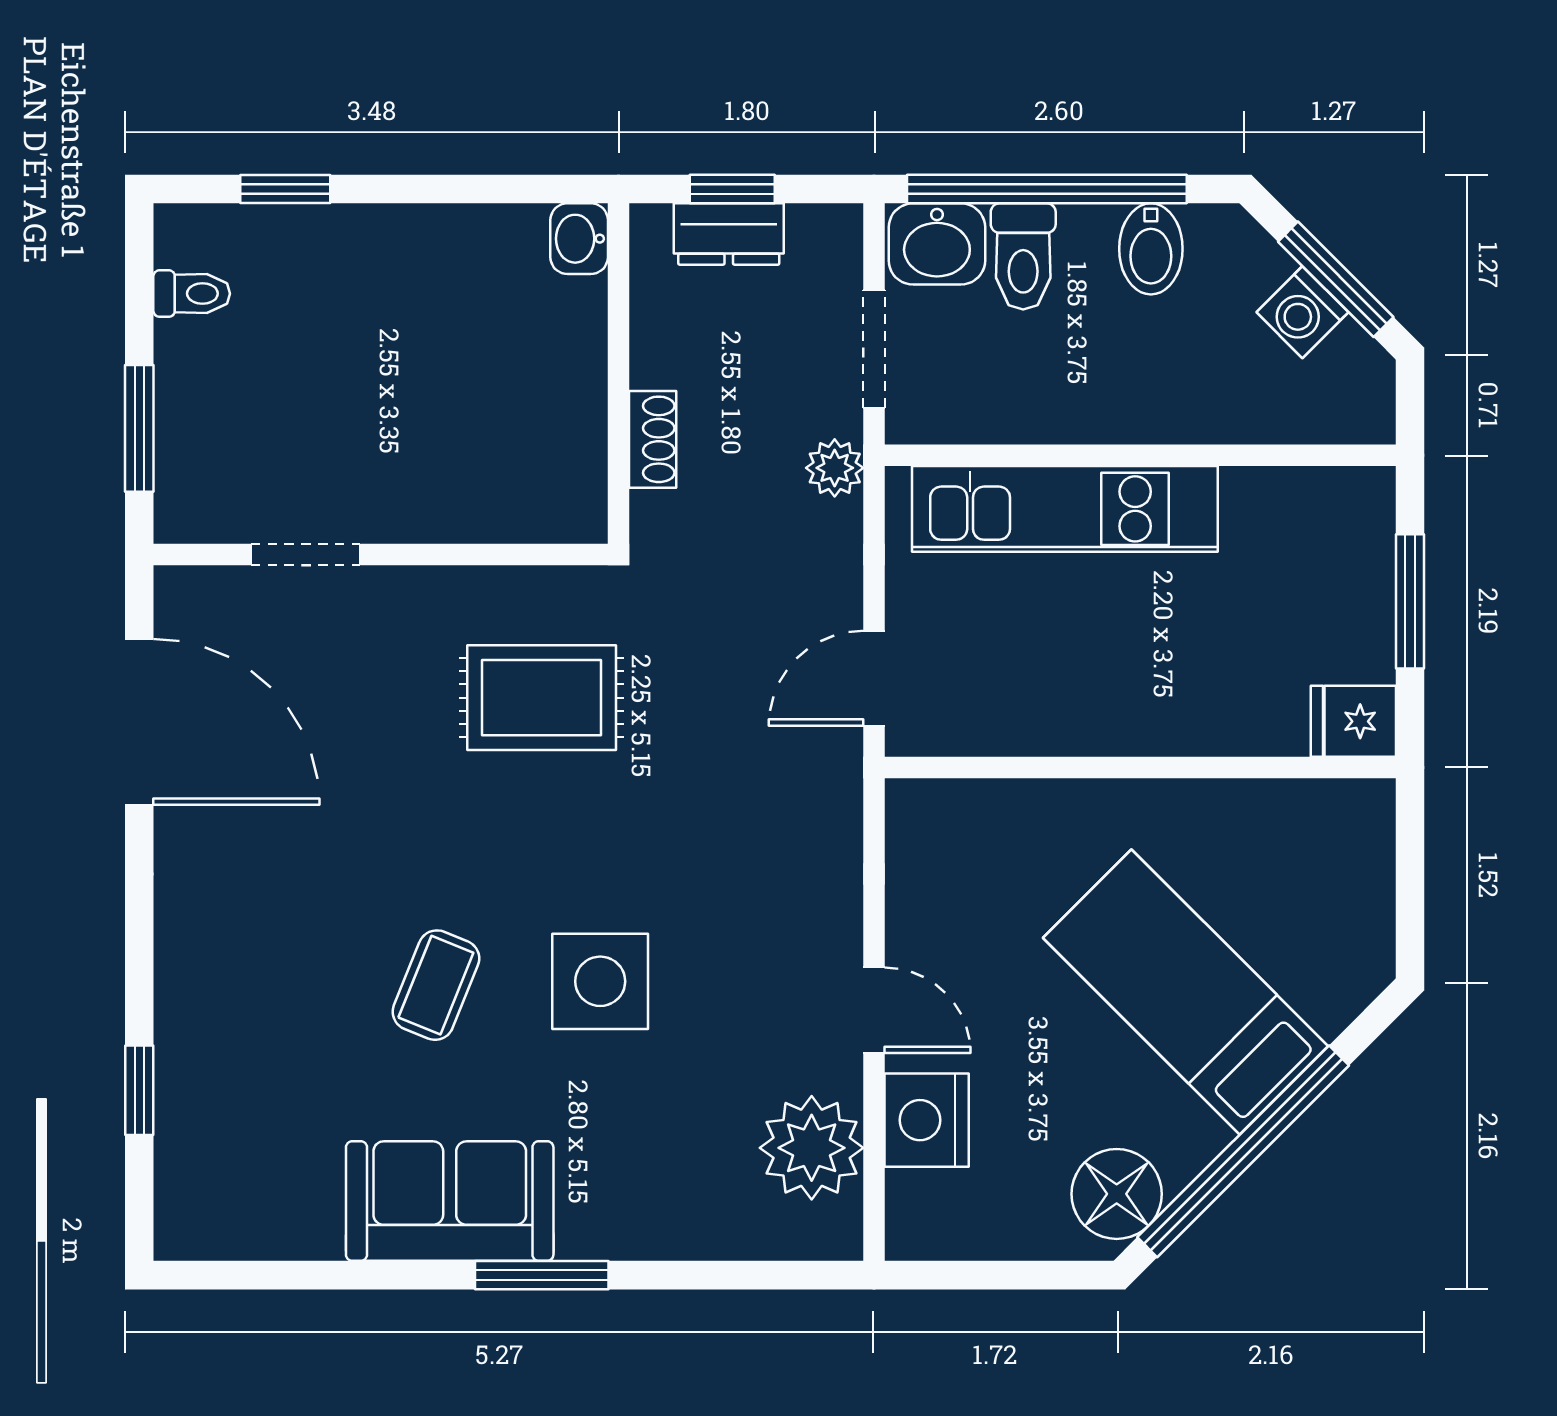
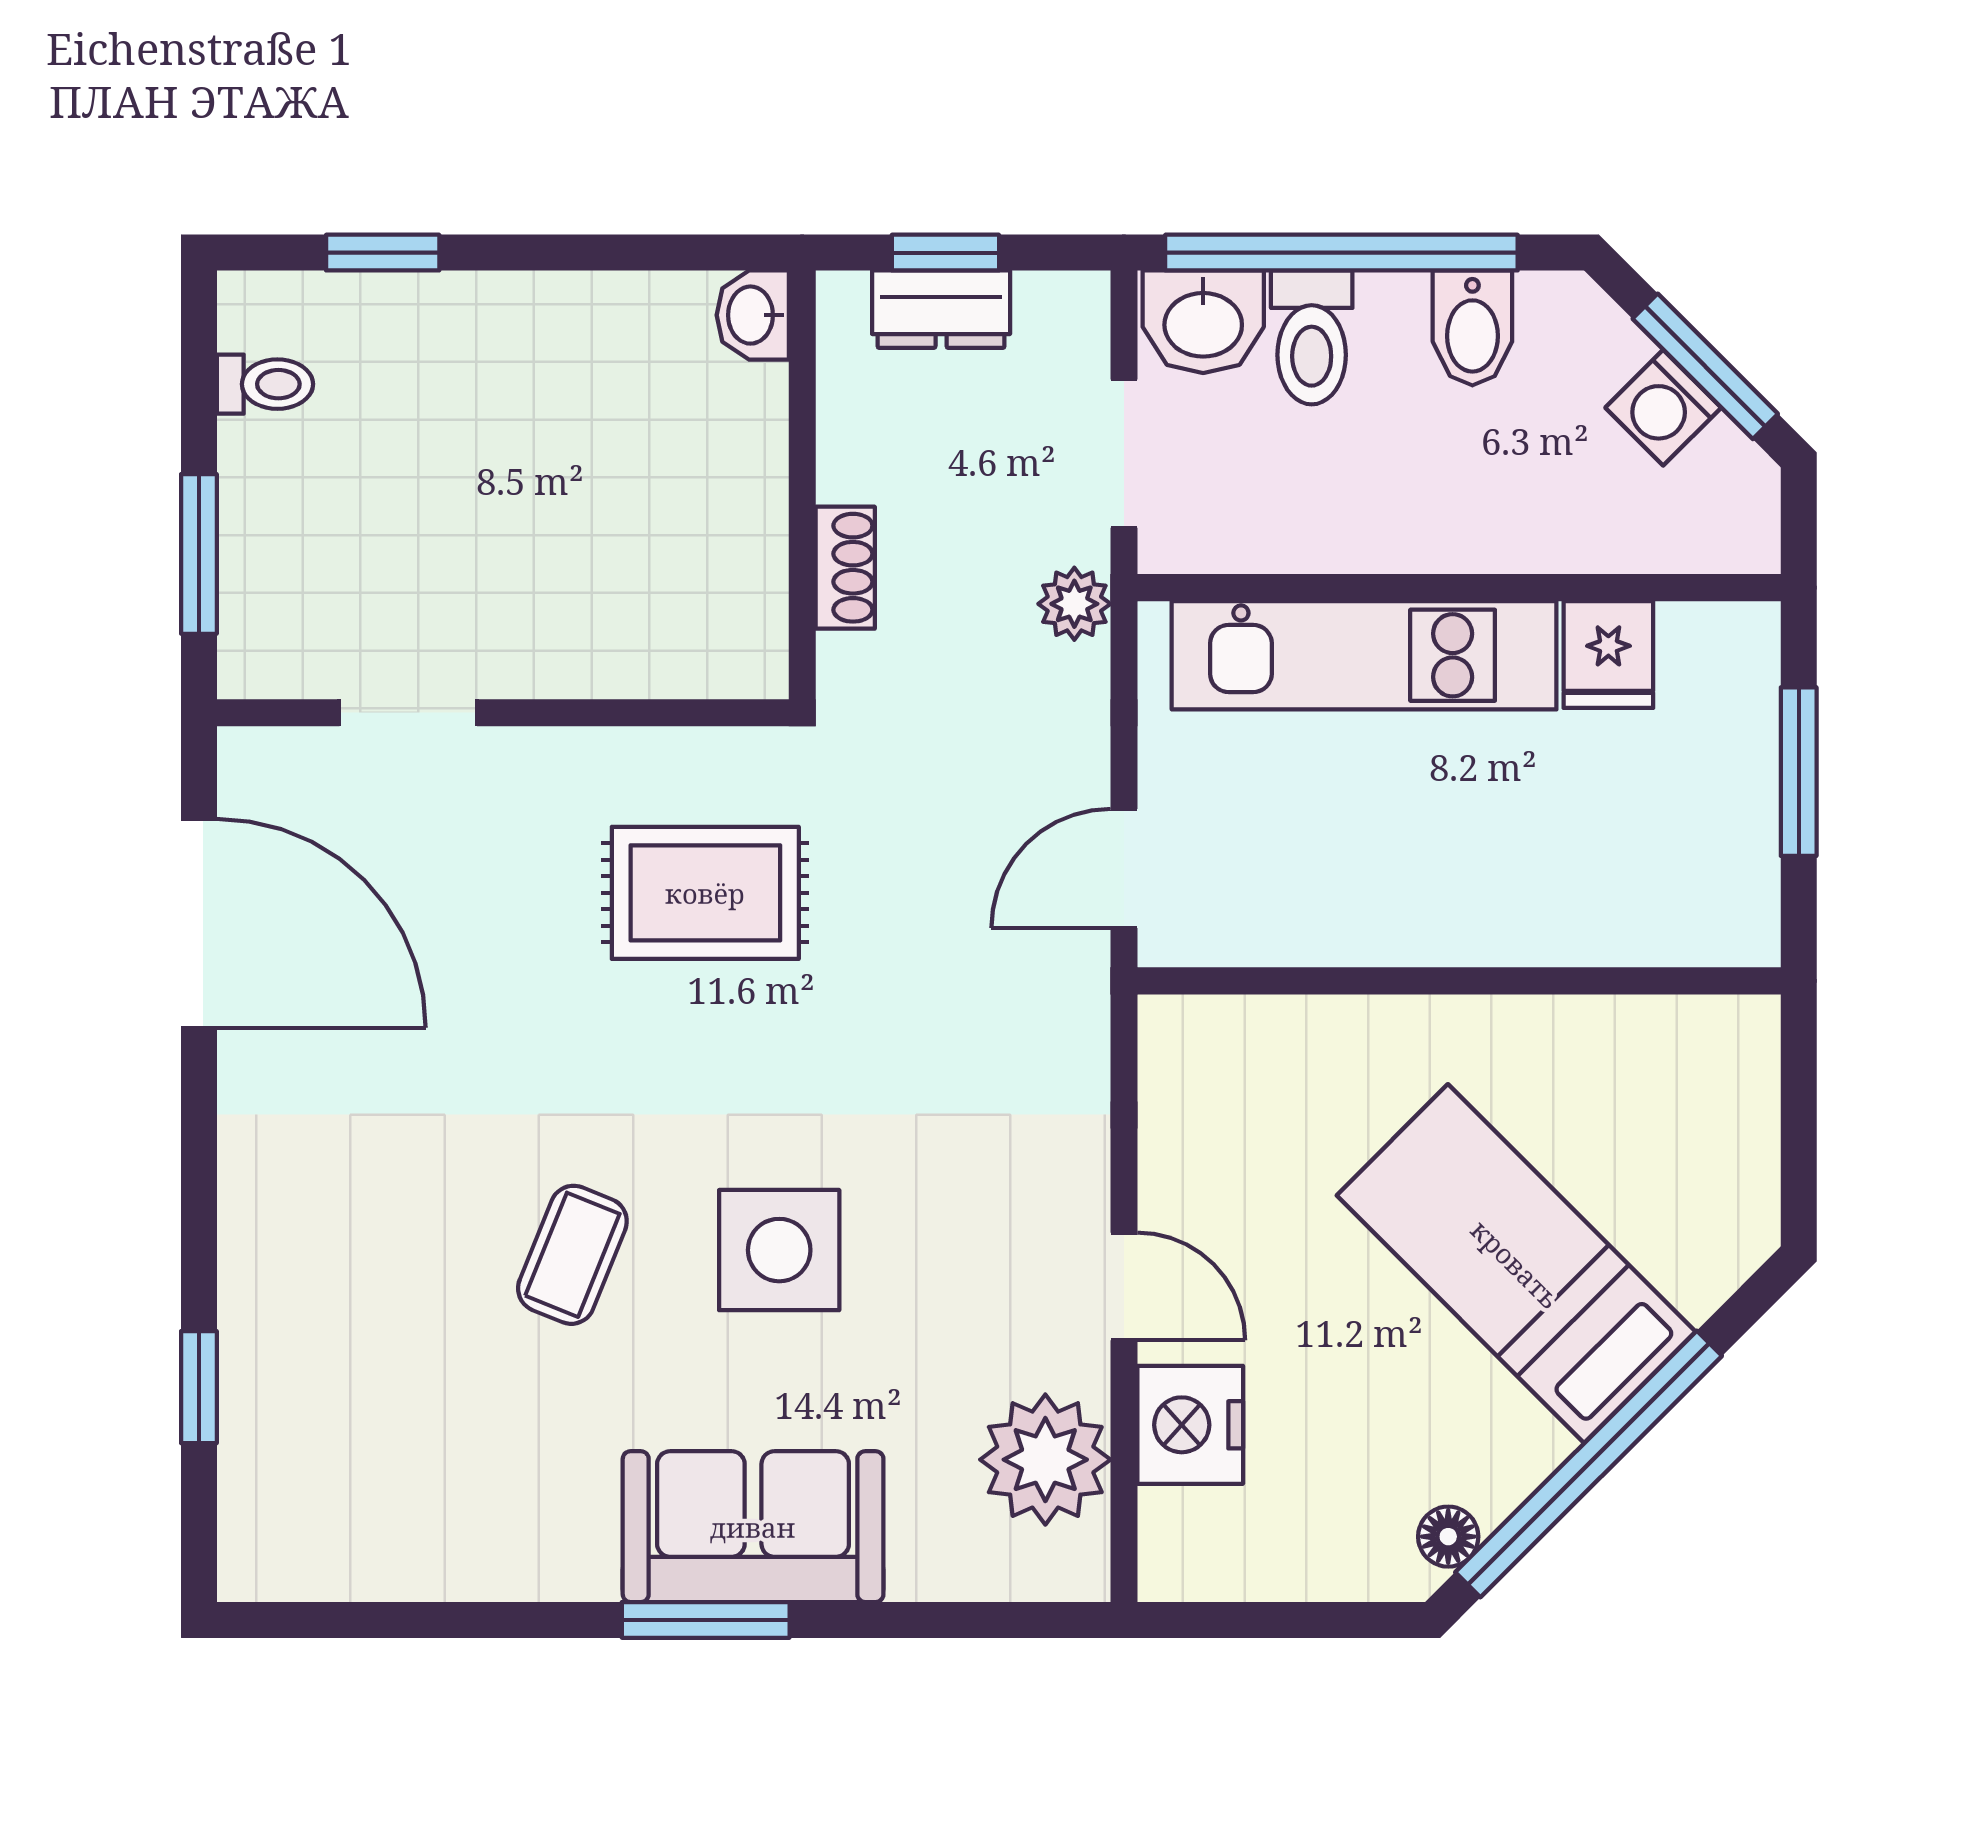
fridge: (1353, 721) -> (1608, 654), moved, turned -90
floor lamp: (1117, 1194) -> (1448, 1537), width x0.53, depth x0.53
sofa: (450, 1201) -> (753, 1527), moved

